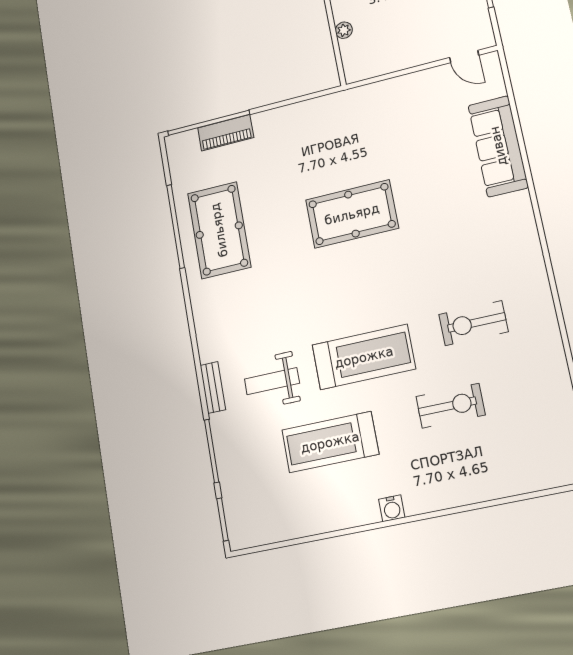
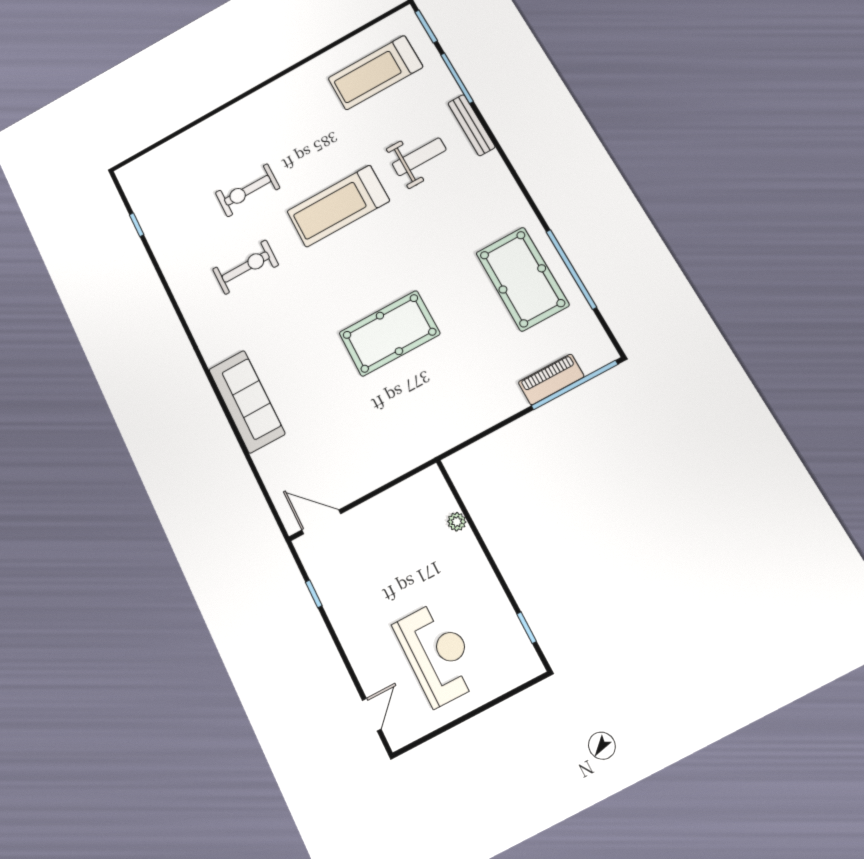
door: (464, 56) -> (321, 522), width x1.38
sofa: (498, 146) -> (247, 402), moved
bench: (213, 388) -> (471, 125), width x1.36
treadmill: (330, 442) -> (375, 73), moved, turned 180
water cooler: (392, 508) -> (276, 90), removed

